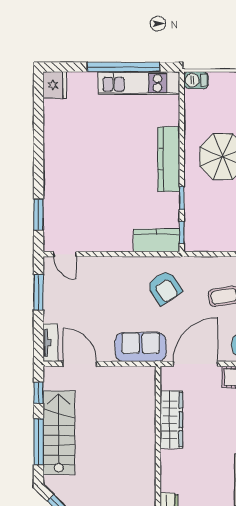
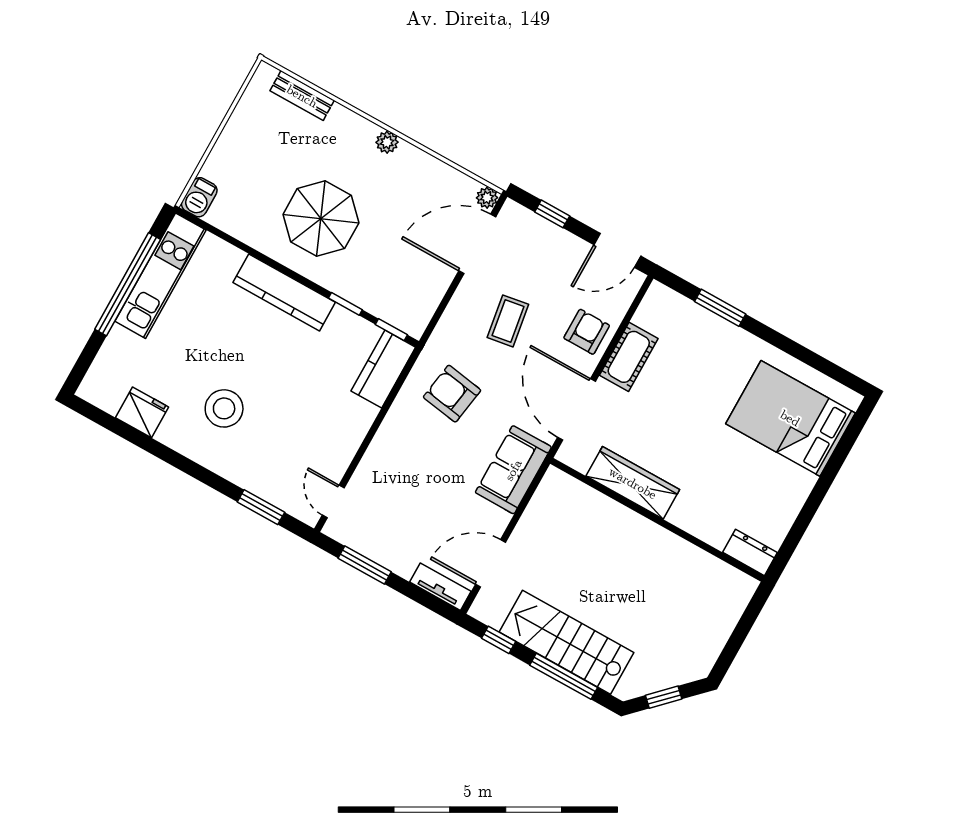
fridge: (55, 85) -> (142, 412), moved
stool: (83, 162) -> (224, 408), added
door: (65, 254) -> (333, 502), swing flipped
armchair: (165, 288) -> (452, 394), turned -137

